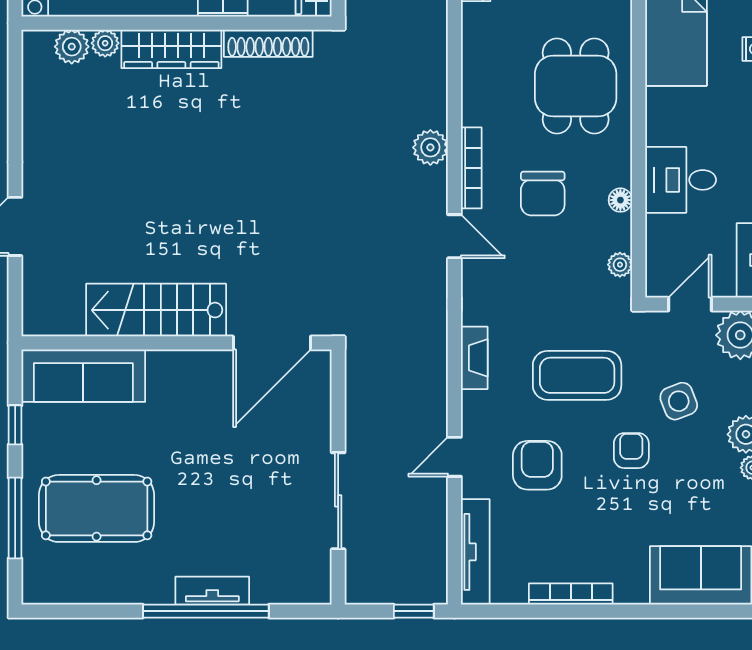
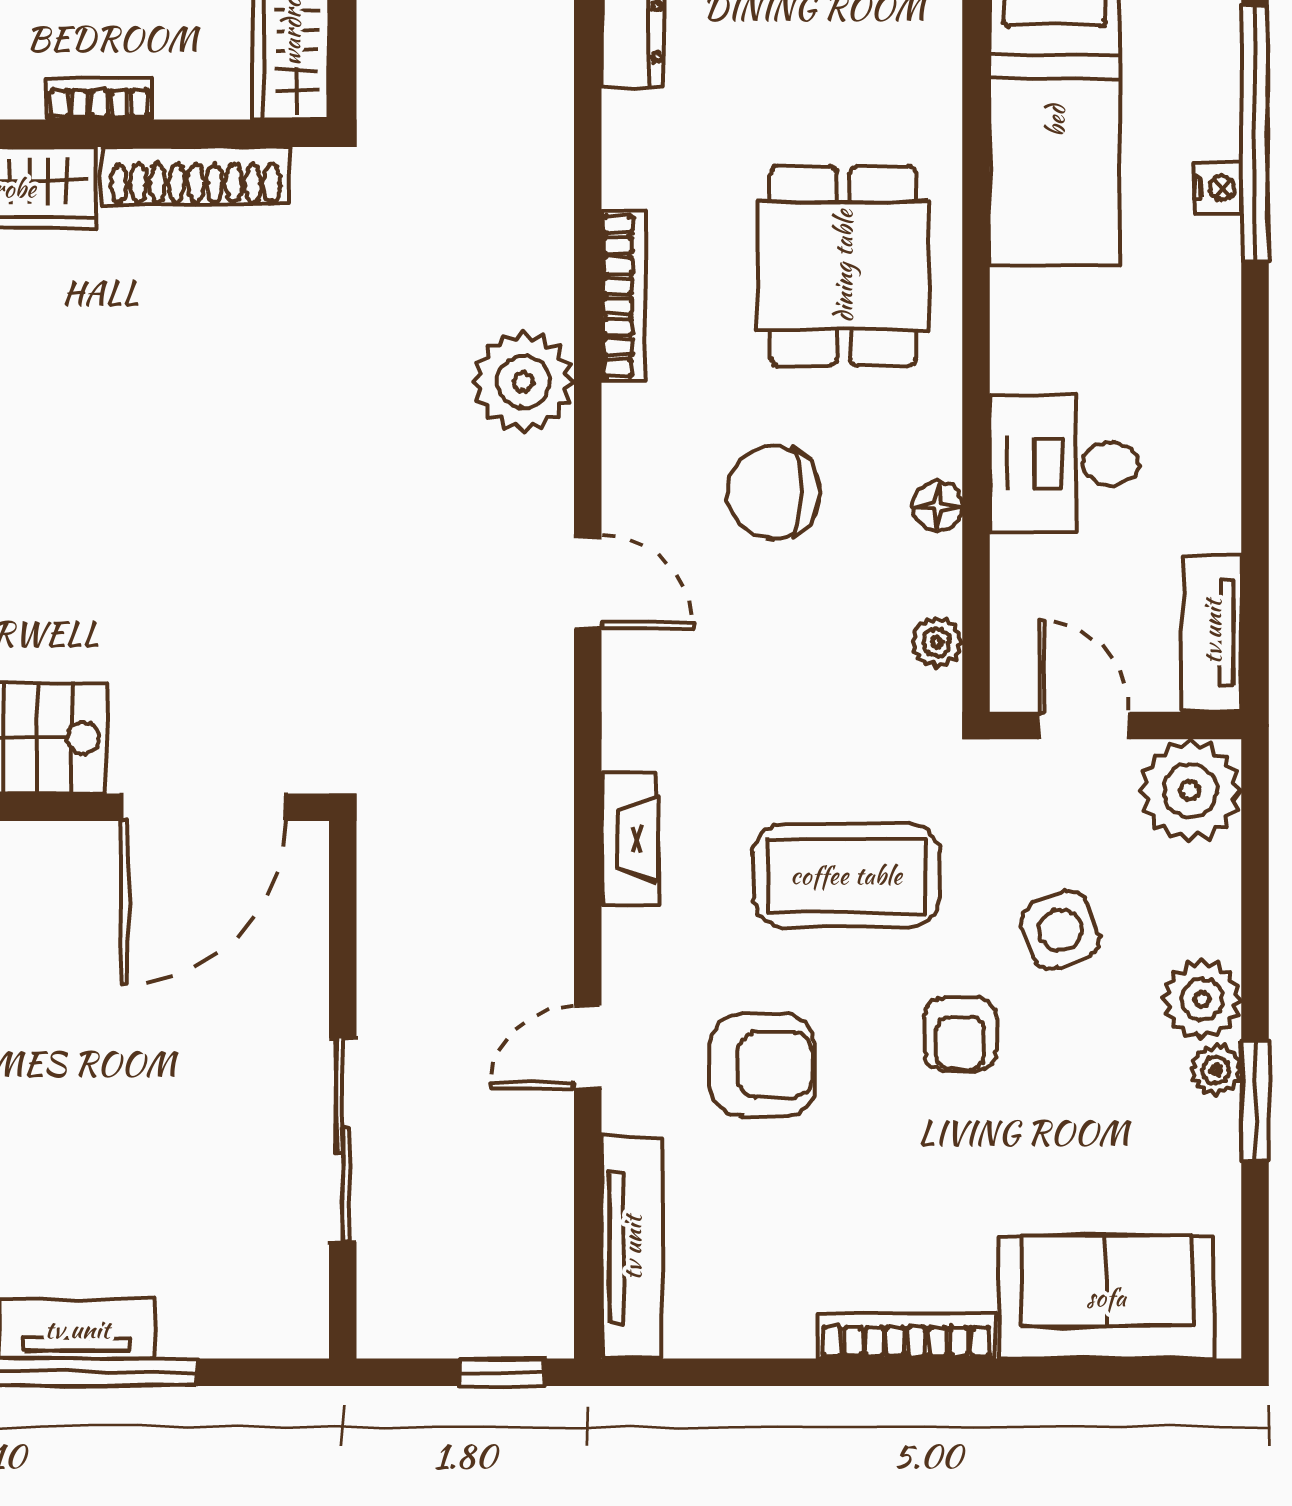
plant: (430, 147) -> (524, 382), width x1.36, depth x1.36
bookcase: (471, 168) -> (623, 296), moved
chair: (543, 194) -> (774, 492), turned 90
door: (690, 304) -> (1084, 725), hinge flipped
armchair: (631, 451) -> (960, 1034), turned 180
armchair: (537, 465) -> (762, 1065), turned 90
bookcase: (571, 594) -> (906, 1336), moved

